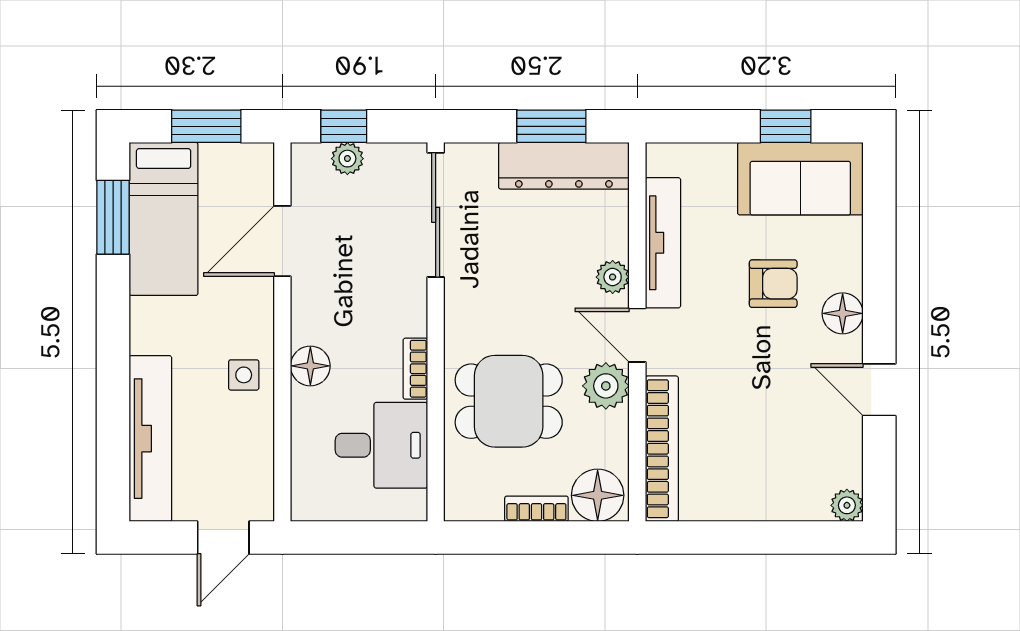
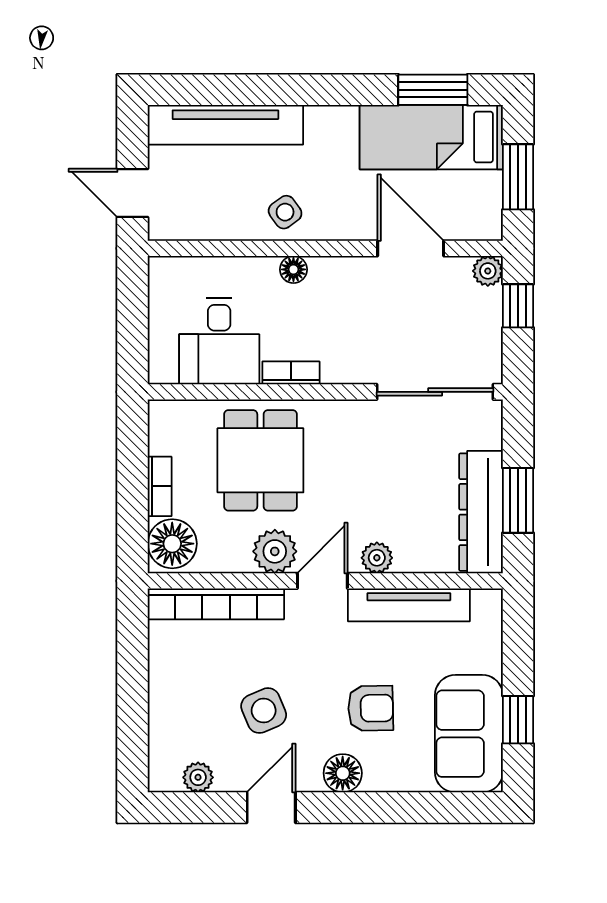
plant: (347, 159) -> (488, 271), moved
armchair: (773, 284) -> (371, 708), turned -91
floor lamp: (310, 366) -> (293, 269), width x0.73, depth x0.73
side table: (244, 375) -> (285, 212), turned -36
side table: (776, 398) -> (264, 711), added
plant: (847, 505) -> (198, 777), moved

